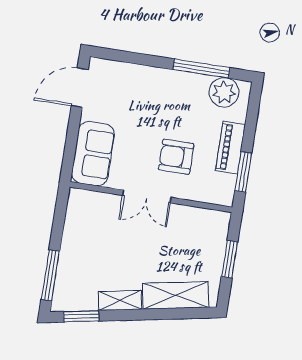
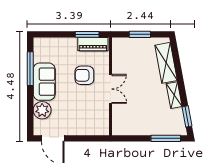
plant: (224, 92) -> (42, 110), moved
piano: (230, 148) -> (93, 44), moved
sofa: (93, 154) -> (44, 82), moved, turned 90
armchair: (176, 157) -> (84, 75), turned 90

